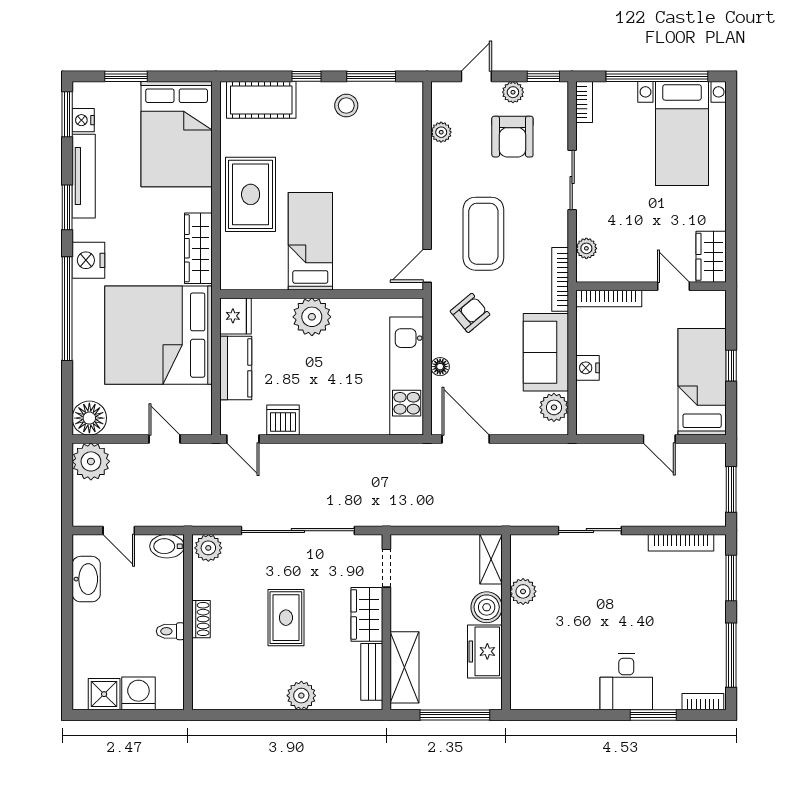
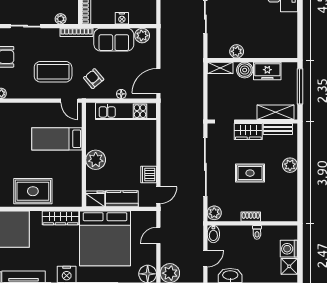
bed: (310, 241) -> (57, 139), moved

